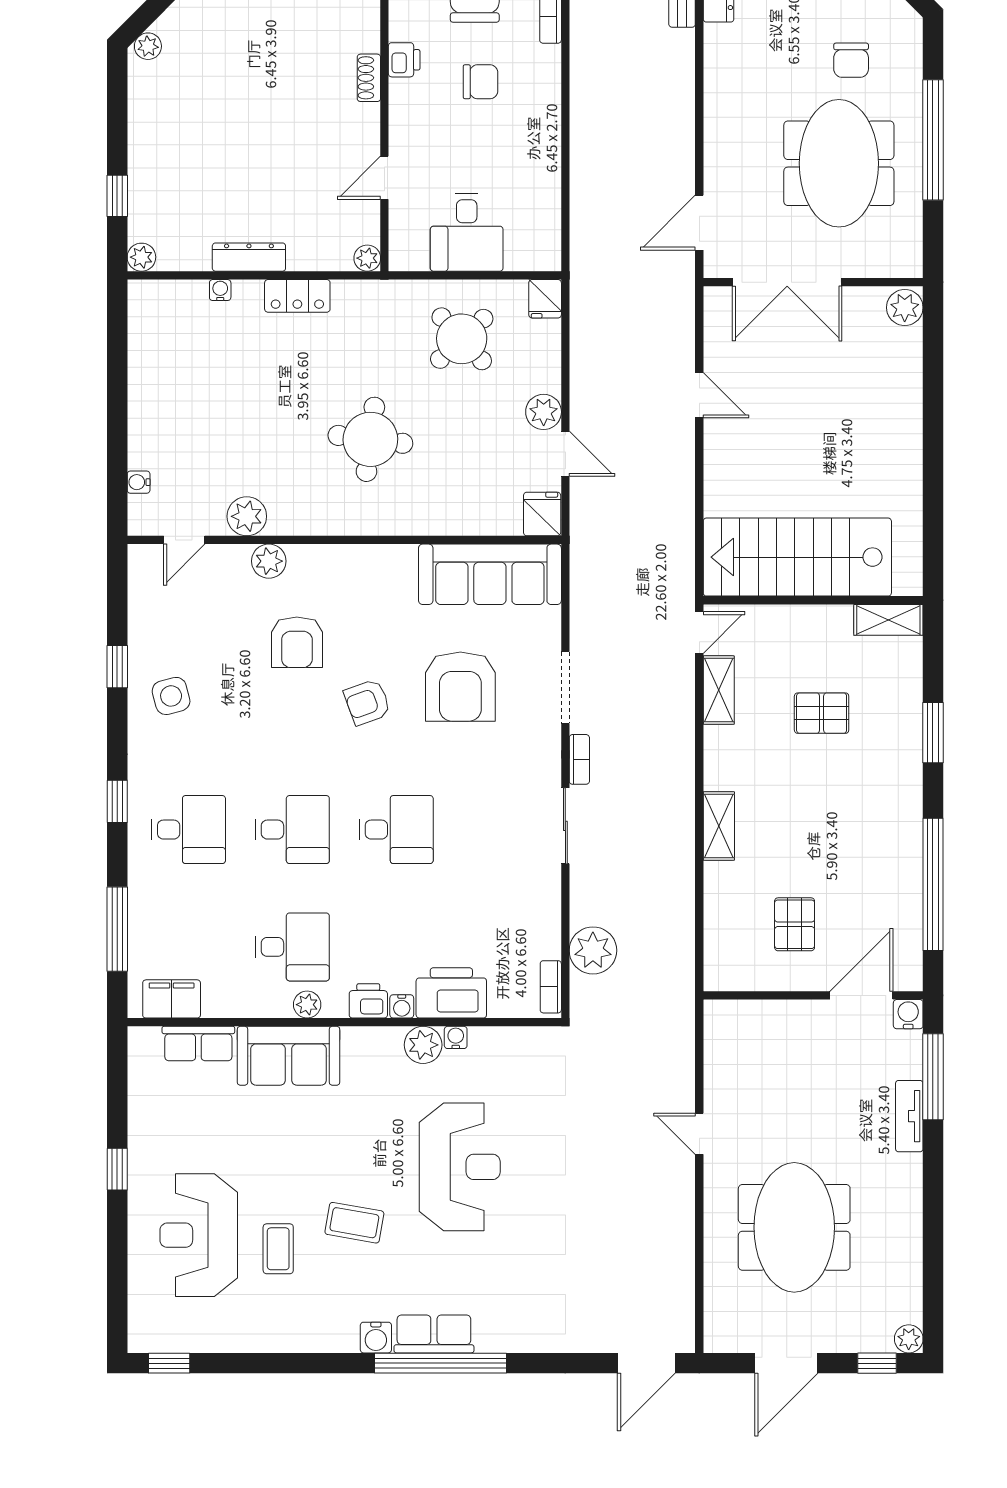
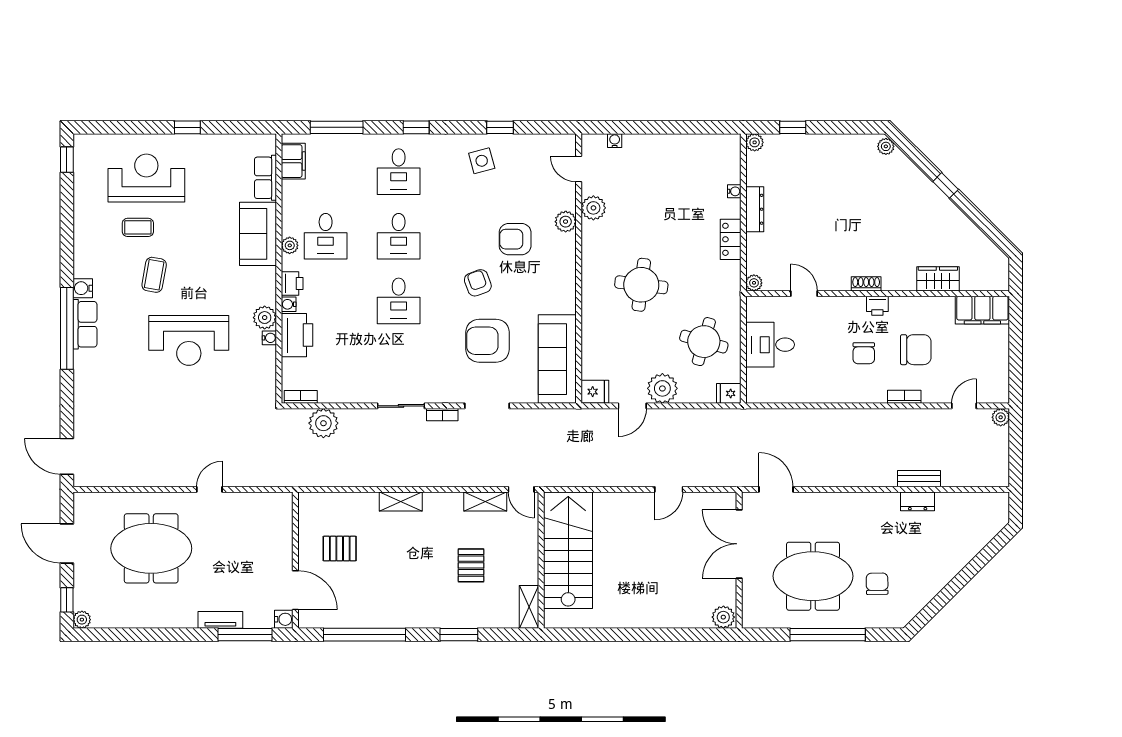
chair: (851, 60) -> (877, 584), turned 89
round table: (462, 339) -> (704, 342), turned -31
plant: (544, 412) -> (662, 388), width x1.36, depth x1.36

